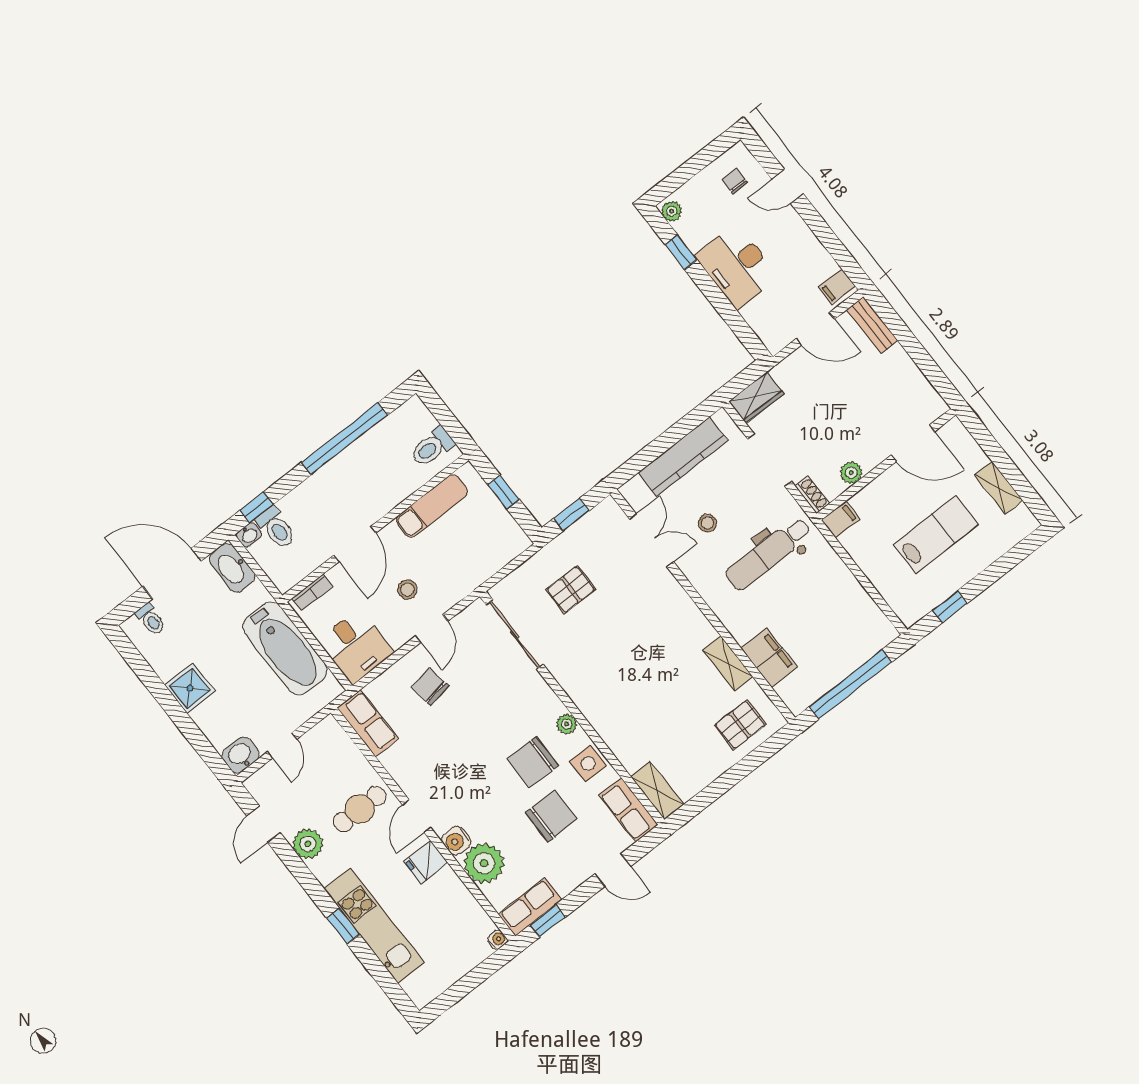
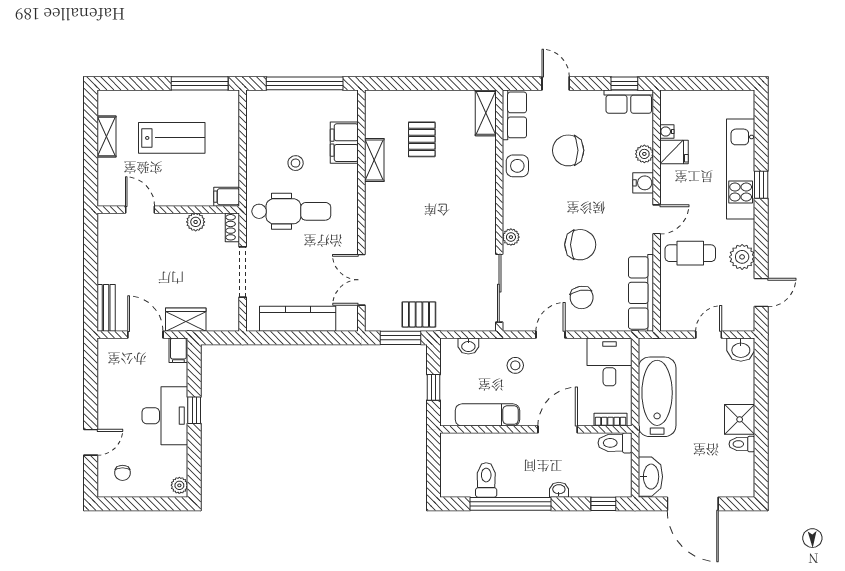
door: (788, 186) -> (91, 442), hinge flipped
window: (681, 252) -> (194, 410), moved
filing cabinet: (837, 287) -> (178, 350), moved, turned 90
wardrobe: (756, 398) -> (186, 320), moved
door: (913, 443) -> (140, 210), width x0.73
toilet: (432, 447) -> (486, 480), moved, turned -90
window: (571, 514) -> (400, 338), width x1.50
stool: (707, 523) -> (296, 163), moved
toilet: (276, 528) -> (615, 443), moved, turned -90
washbasin: (249, 535) -> (559, 490), moved
lab bench: (936, 535) -> (172, 138), turned 180
washbasin: (501, 557) -> (468, 346), added
pallet: (571, 589) -> (419, 314), moved
stool: (407, 590) -> (515, 365), moved
window: (950, 607) -> (200, 83), width x2.17
toilet: (151, 619) -> (742, 444), moved, turned -90
row of seats: (368, 723) -> (641, 293), width x1.48
plant: (567, 724) -> (511, 237), moved
pallet: (740, 725) -> (422, 139), moved, turned 90
chair: (533, 762) -> (580, 245), moved
fridge: (426, 862) -> (674, 152), moved
plant: (484, 863) -> (644, 154), width x0.53, depth x0.53
water cooler: (498, 940) -> (667, 131), moved

